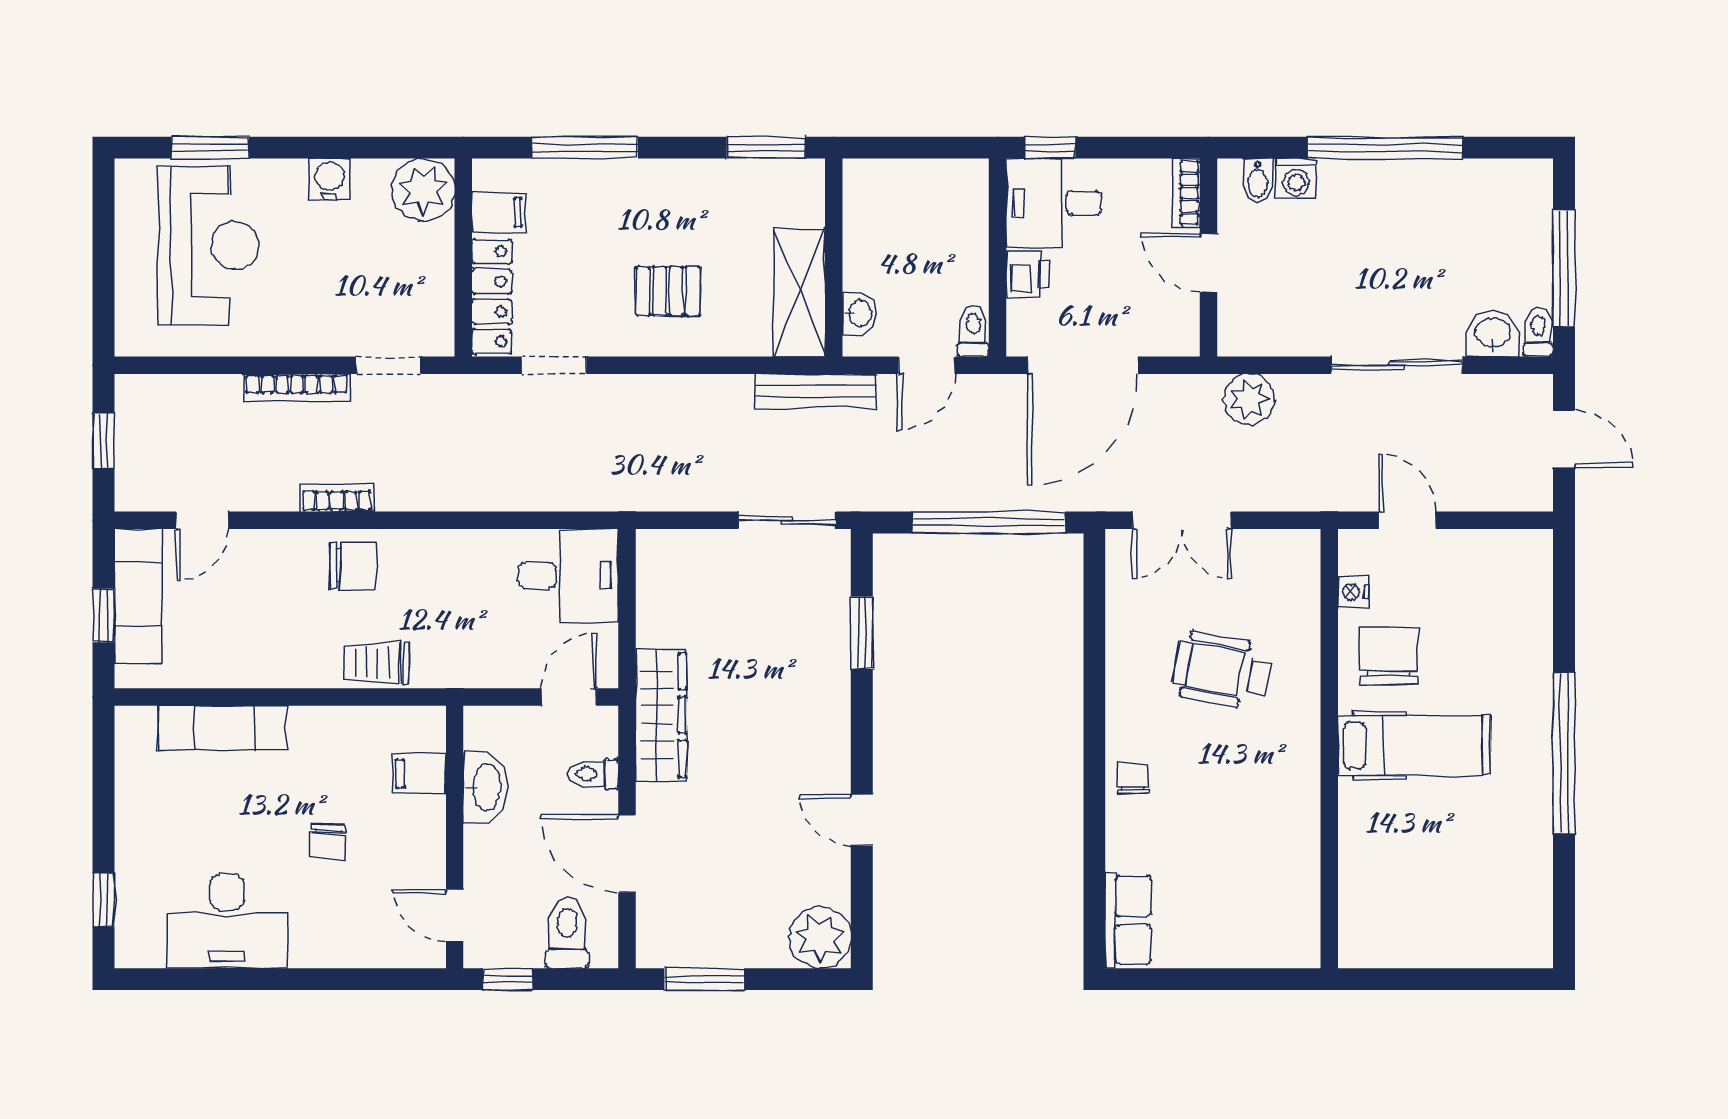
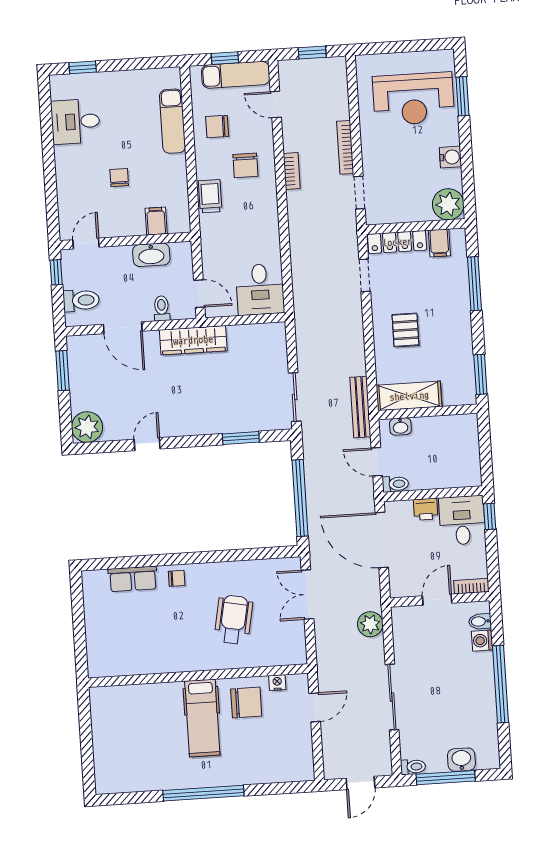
washbasin: (1493, 334) -> (461, 760), moved, turned -90
chair: (353, 566) -> (245, 165), moved
chair: (239, 640) -> (217, 126), added
chair: (328, 841) -> (119, 178), turned 87
door: (627, 854) -> (123, 328), swing flipped
row of seats: (1128, 920) -> (133, 579), moved
desk: (227, 921) -> (75, 122), width x0.73

